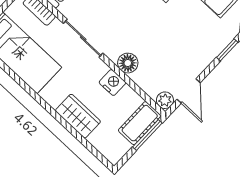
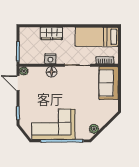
cot: (140, 123) -> (25, 53), removed

